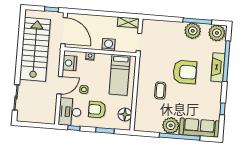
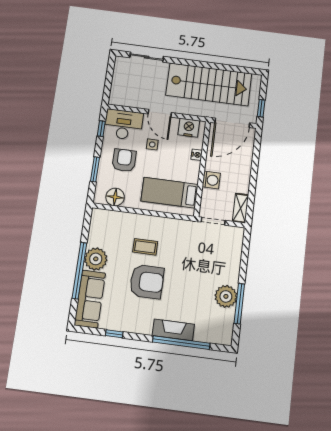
plant: (217, 33) -> (222, 331), removed
armchair: (185, 72) -> (147, 282), moved, turned -90

